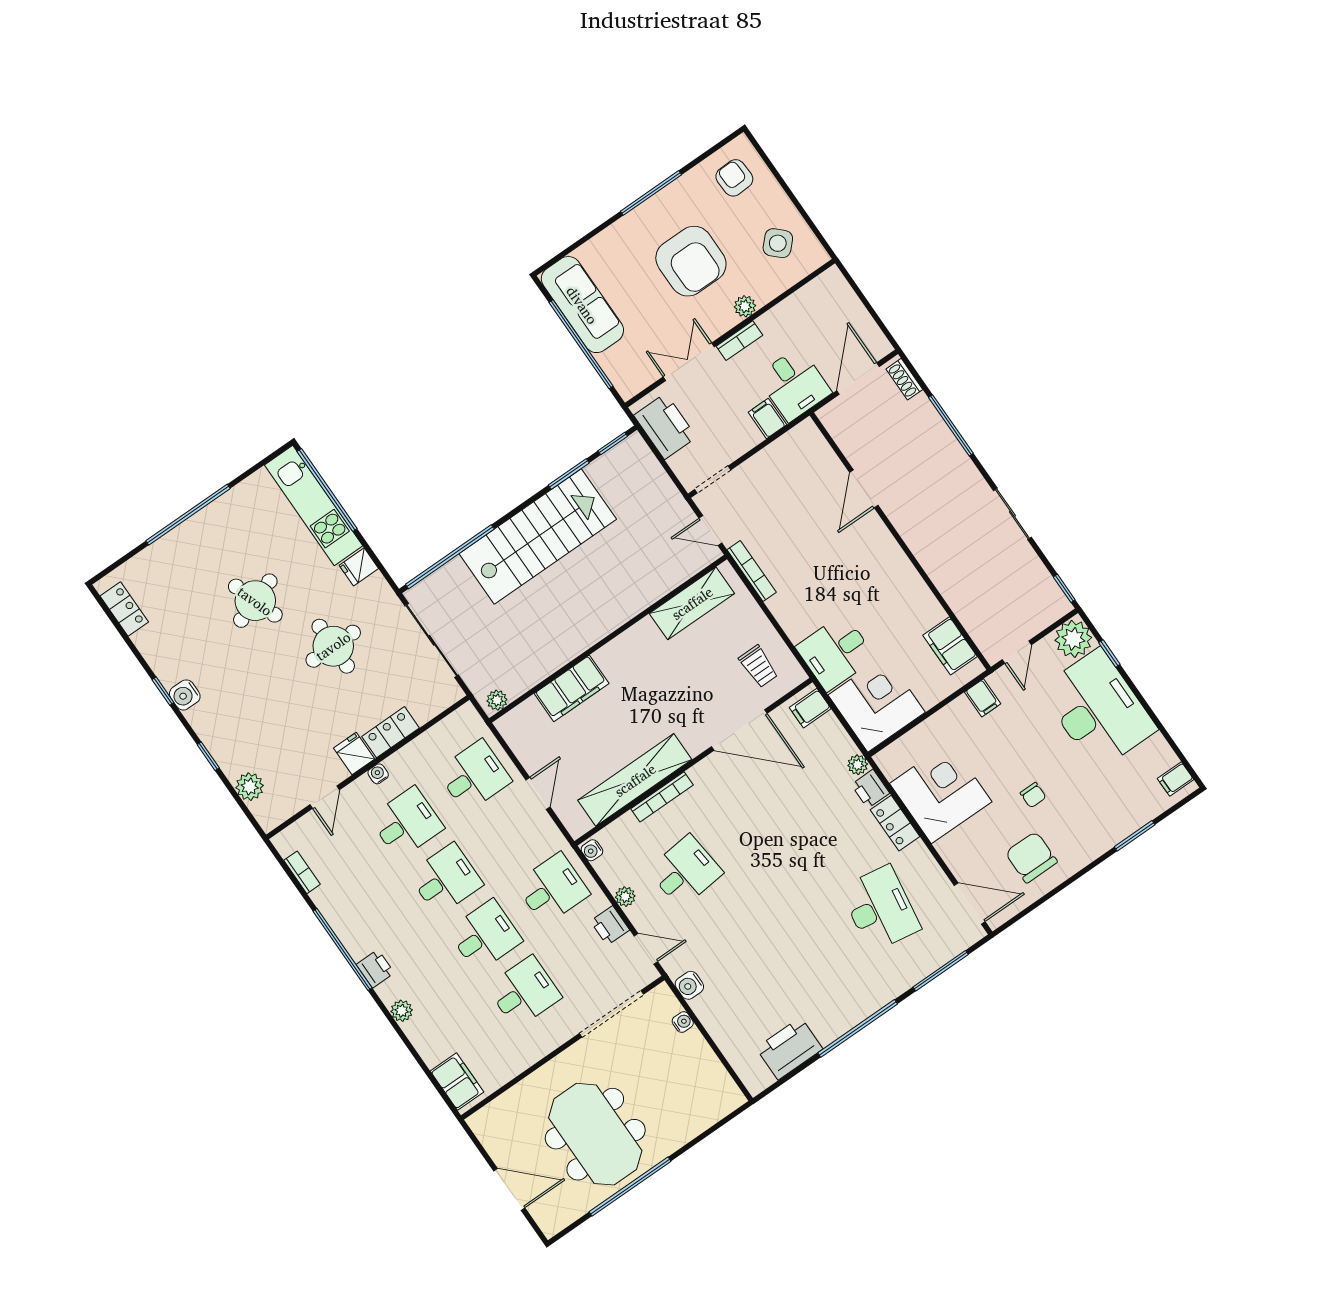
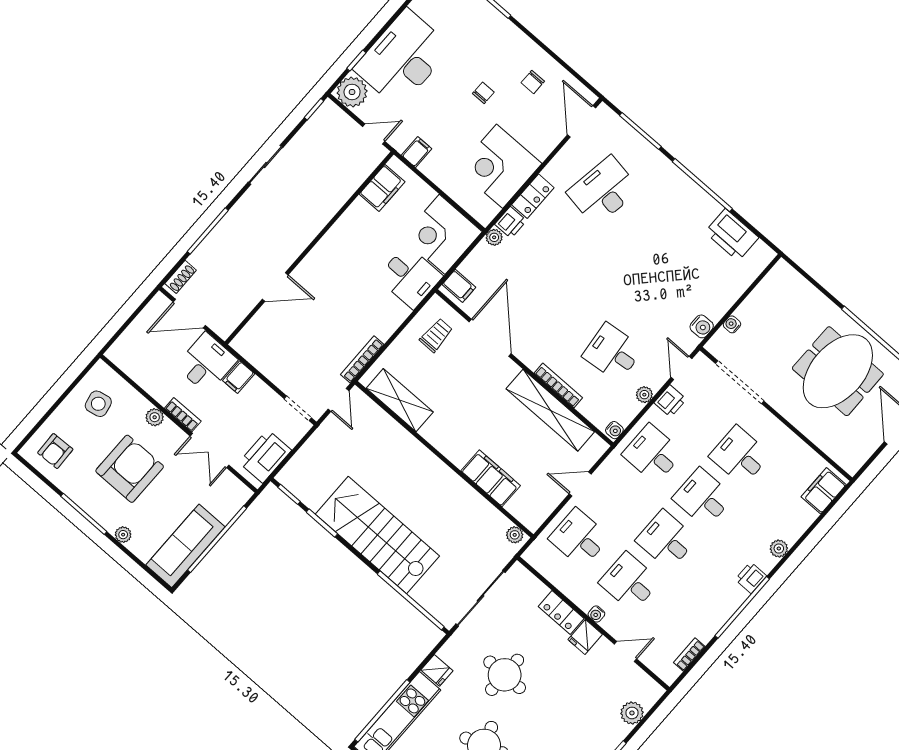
plant: (614, 234) -> (123, 535), added
side table: (778, 243) -> (98, 404), turned 34
chair: (1031, 857) -> (533, 82), width x0.54, depth x0.54

